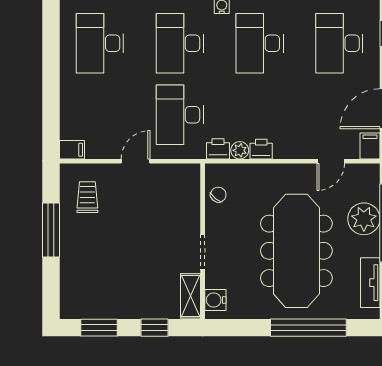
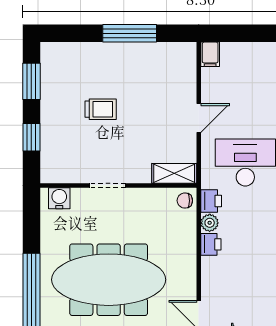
door: (135, 161) -> (199, 118), hinge flipped
chair: (218, 195) -> (185, 201), moved, turned 140
trolley: (87, 197) -> (101, 109), moved
shelving: (190, 296) -> (174, 173), moved

